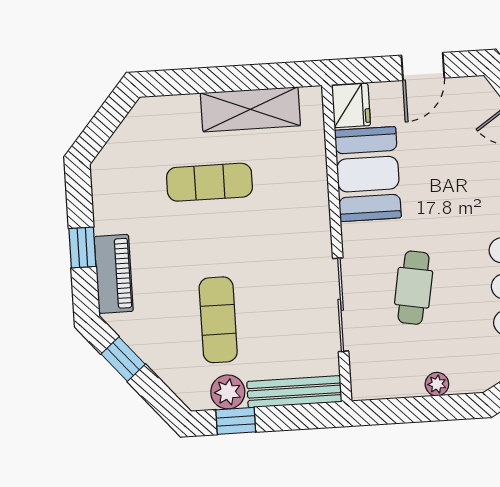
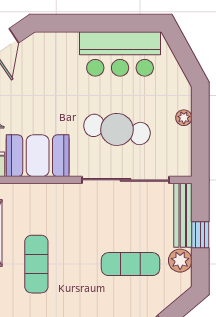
cafe table: (414, 288) -> (117, 129), width x1.37, depth x1.35
sliding door: (341, 305) -> (126, 180), width x1.36
window: (236, 421) -> (200, 235), moved

